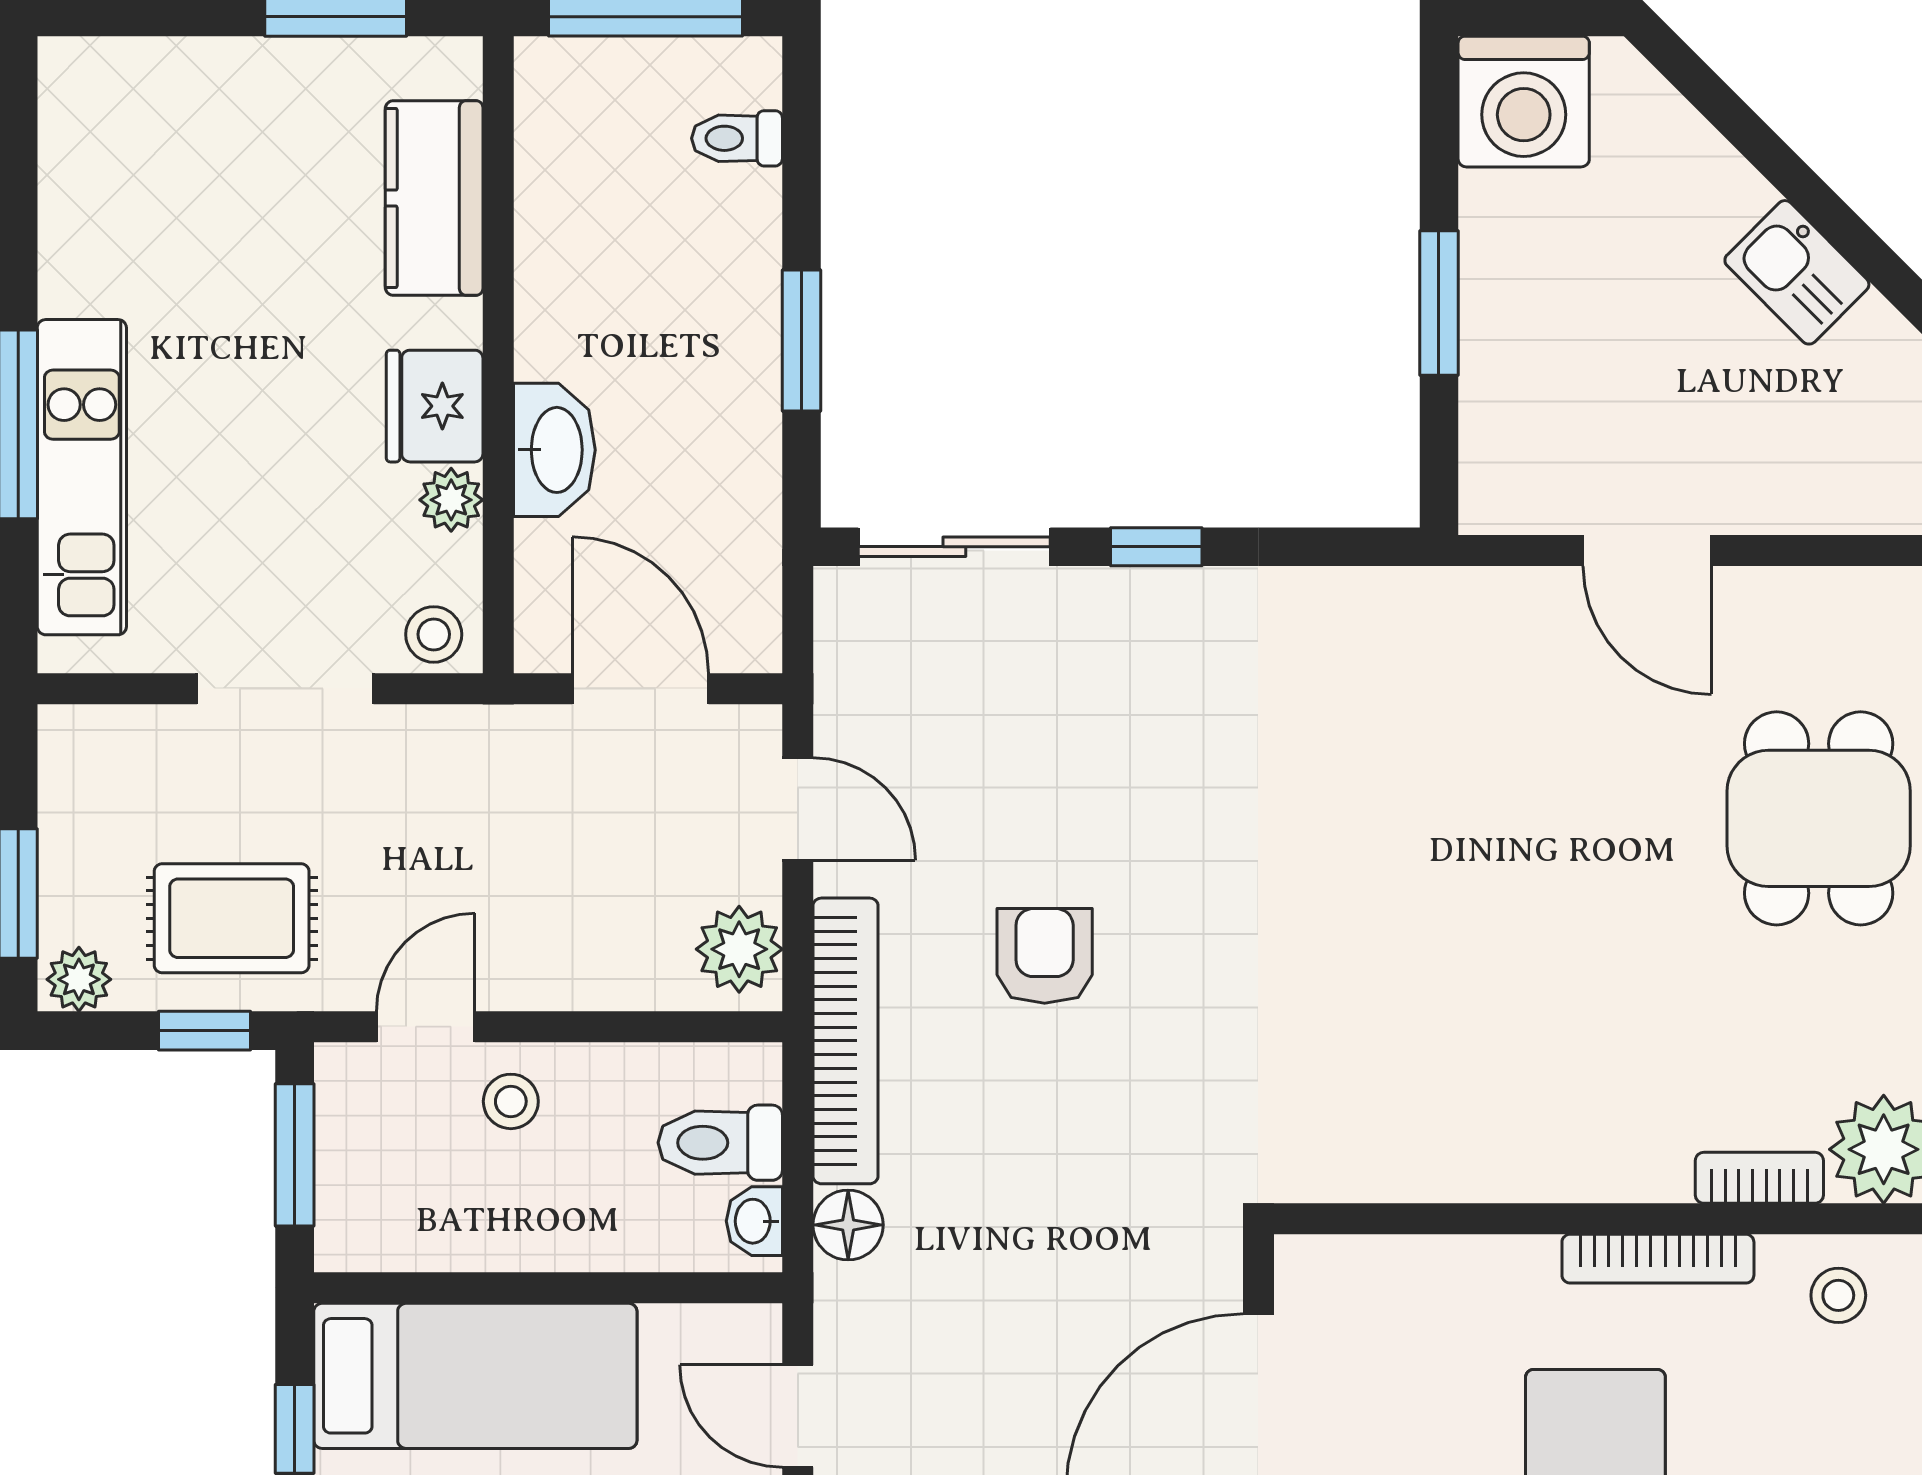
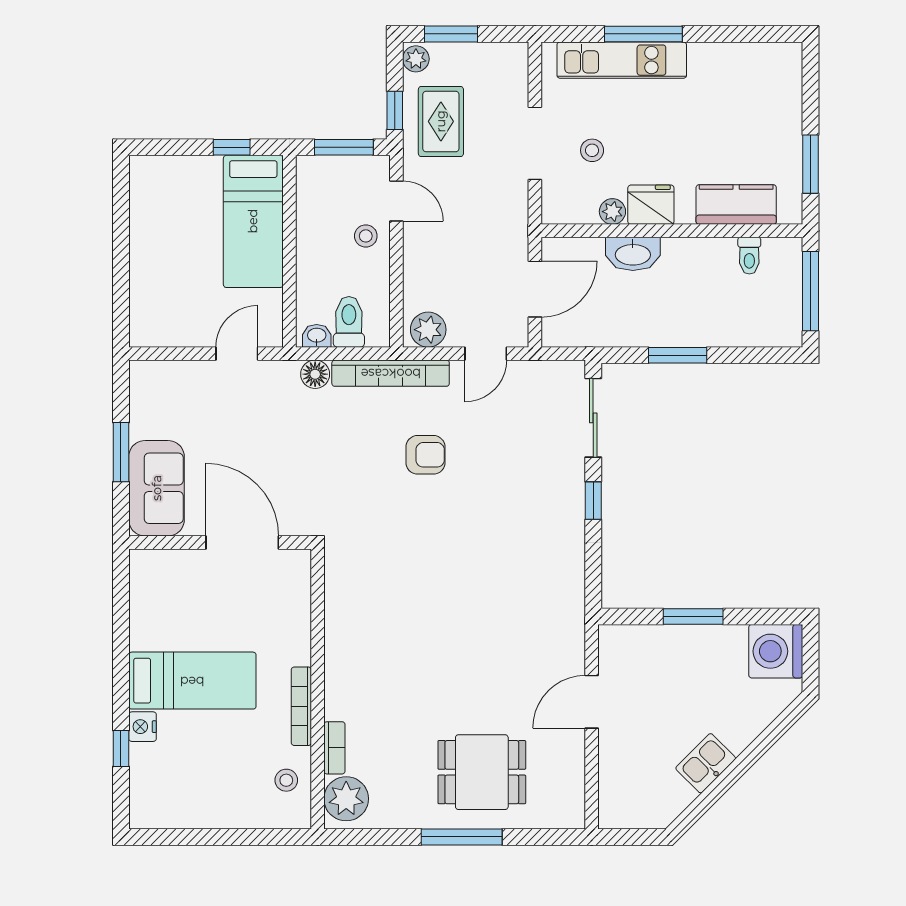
toilet: (737, 138) -> (749, 256), moved, turned 180
stool: (434, 634) -> (592, 150), moved

